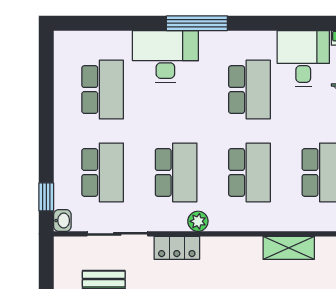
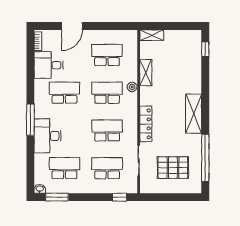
window: (46, 75) -> (57, 197), added
washbasin: (62, 221) -> (40, 189), moved
plant: (198, 221) -> (132, 87), moved
locker: (177, 248) -> (146, 124), width x1.53

